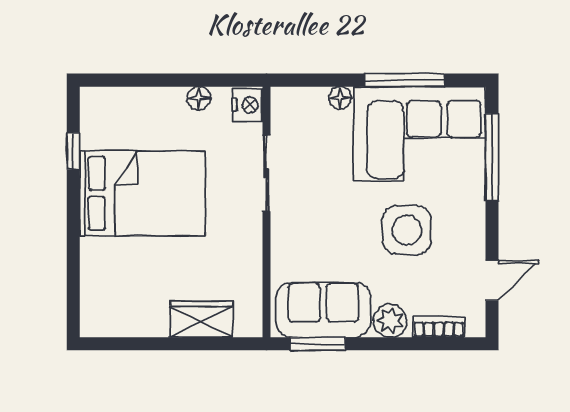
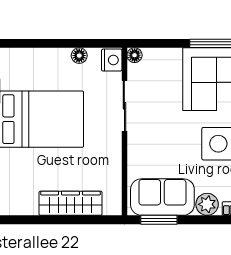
floor lamp: (340, 98) -> (135, 55), moved
wardrobe: (201, 319) -> (71, 203), width x1.50

